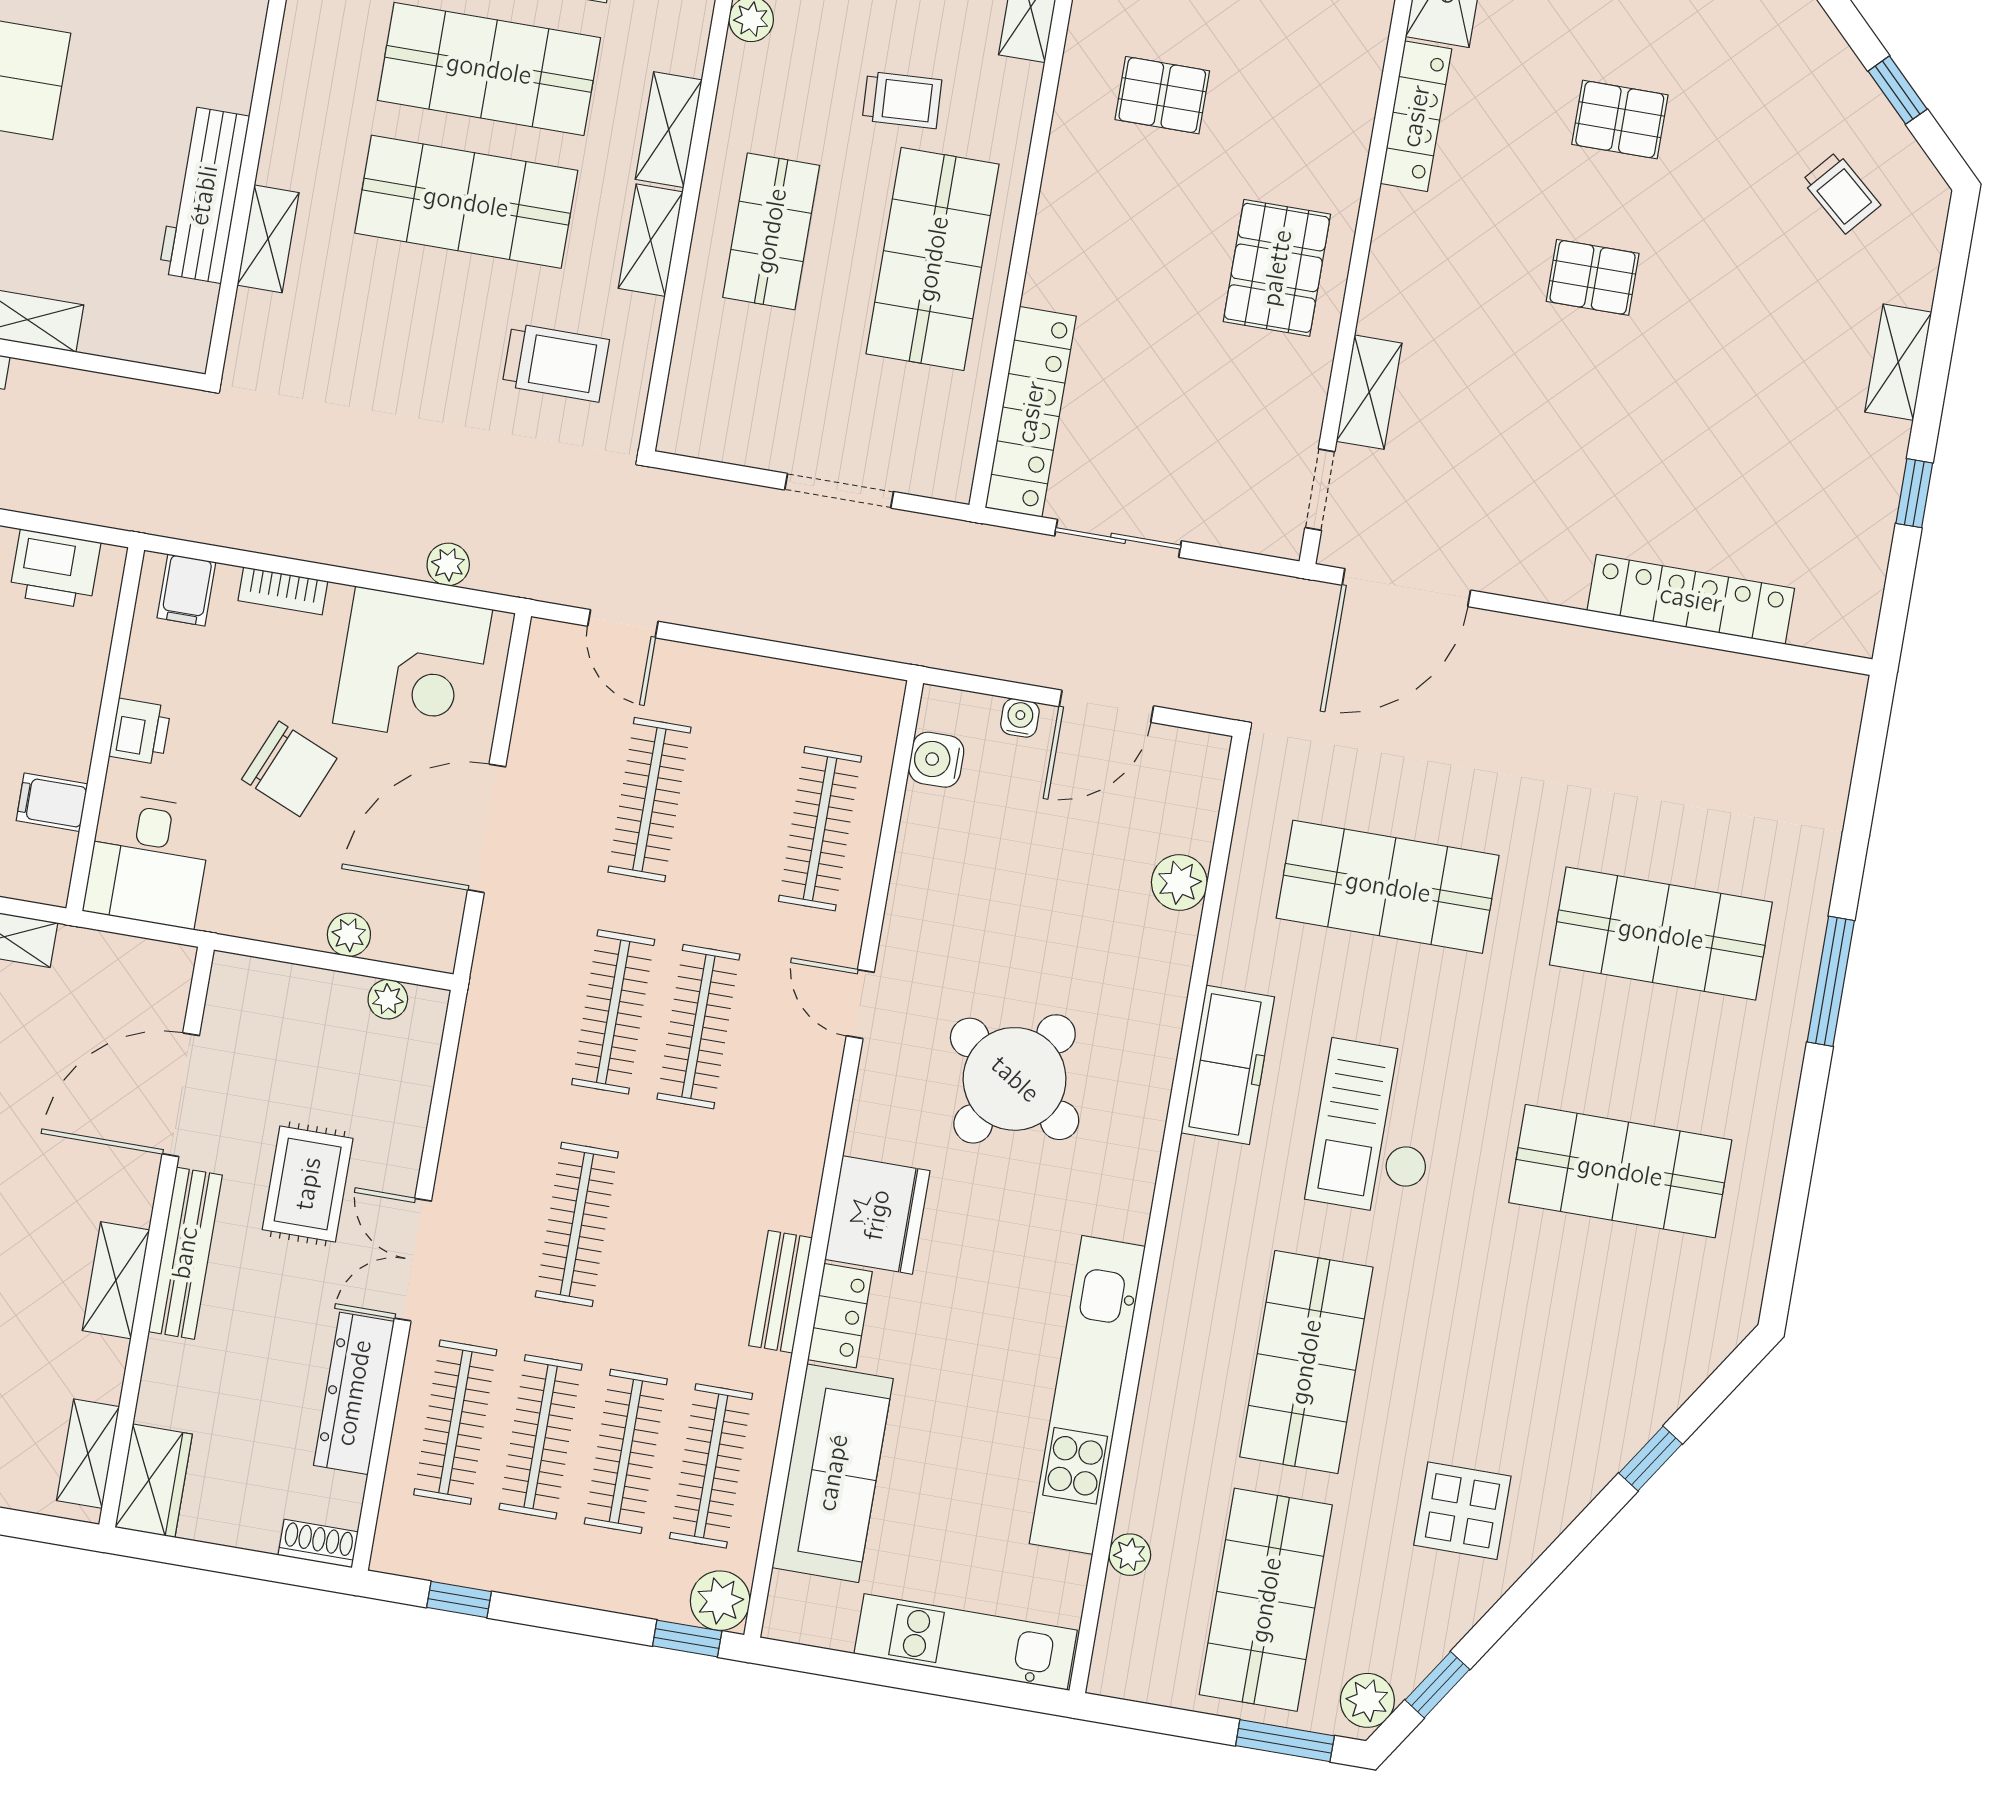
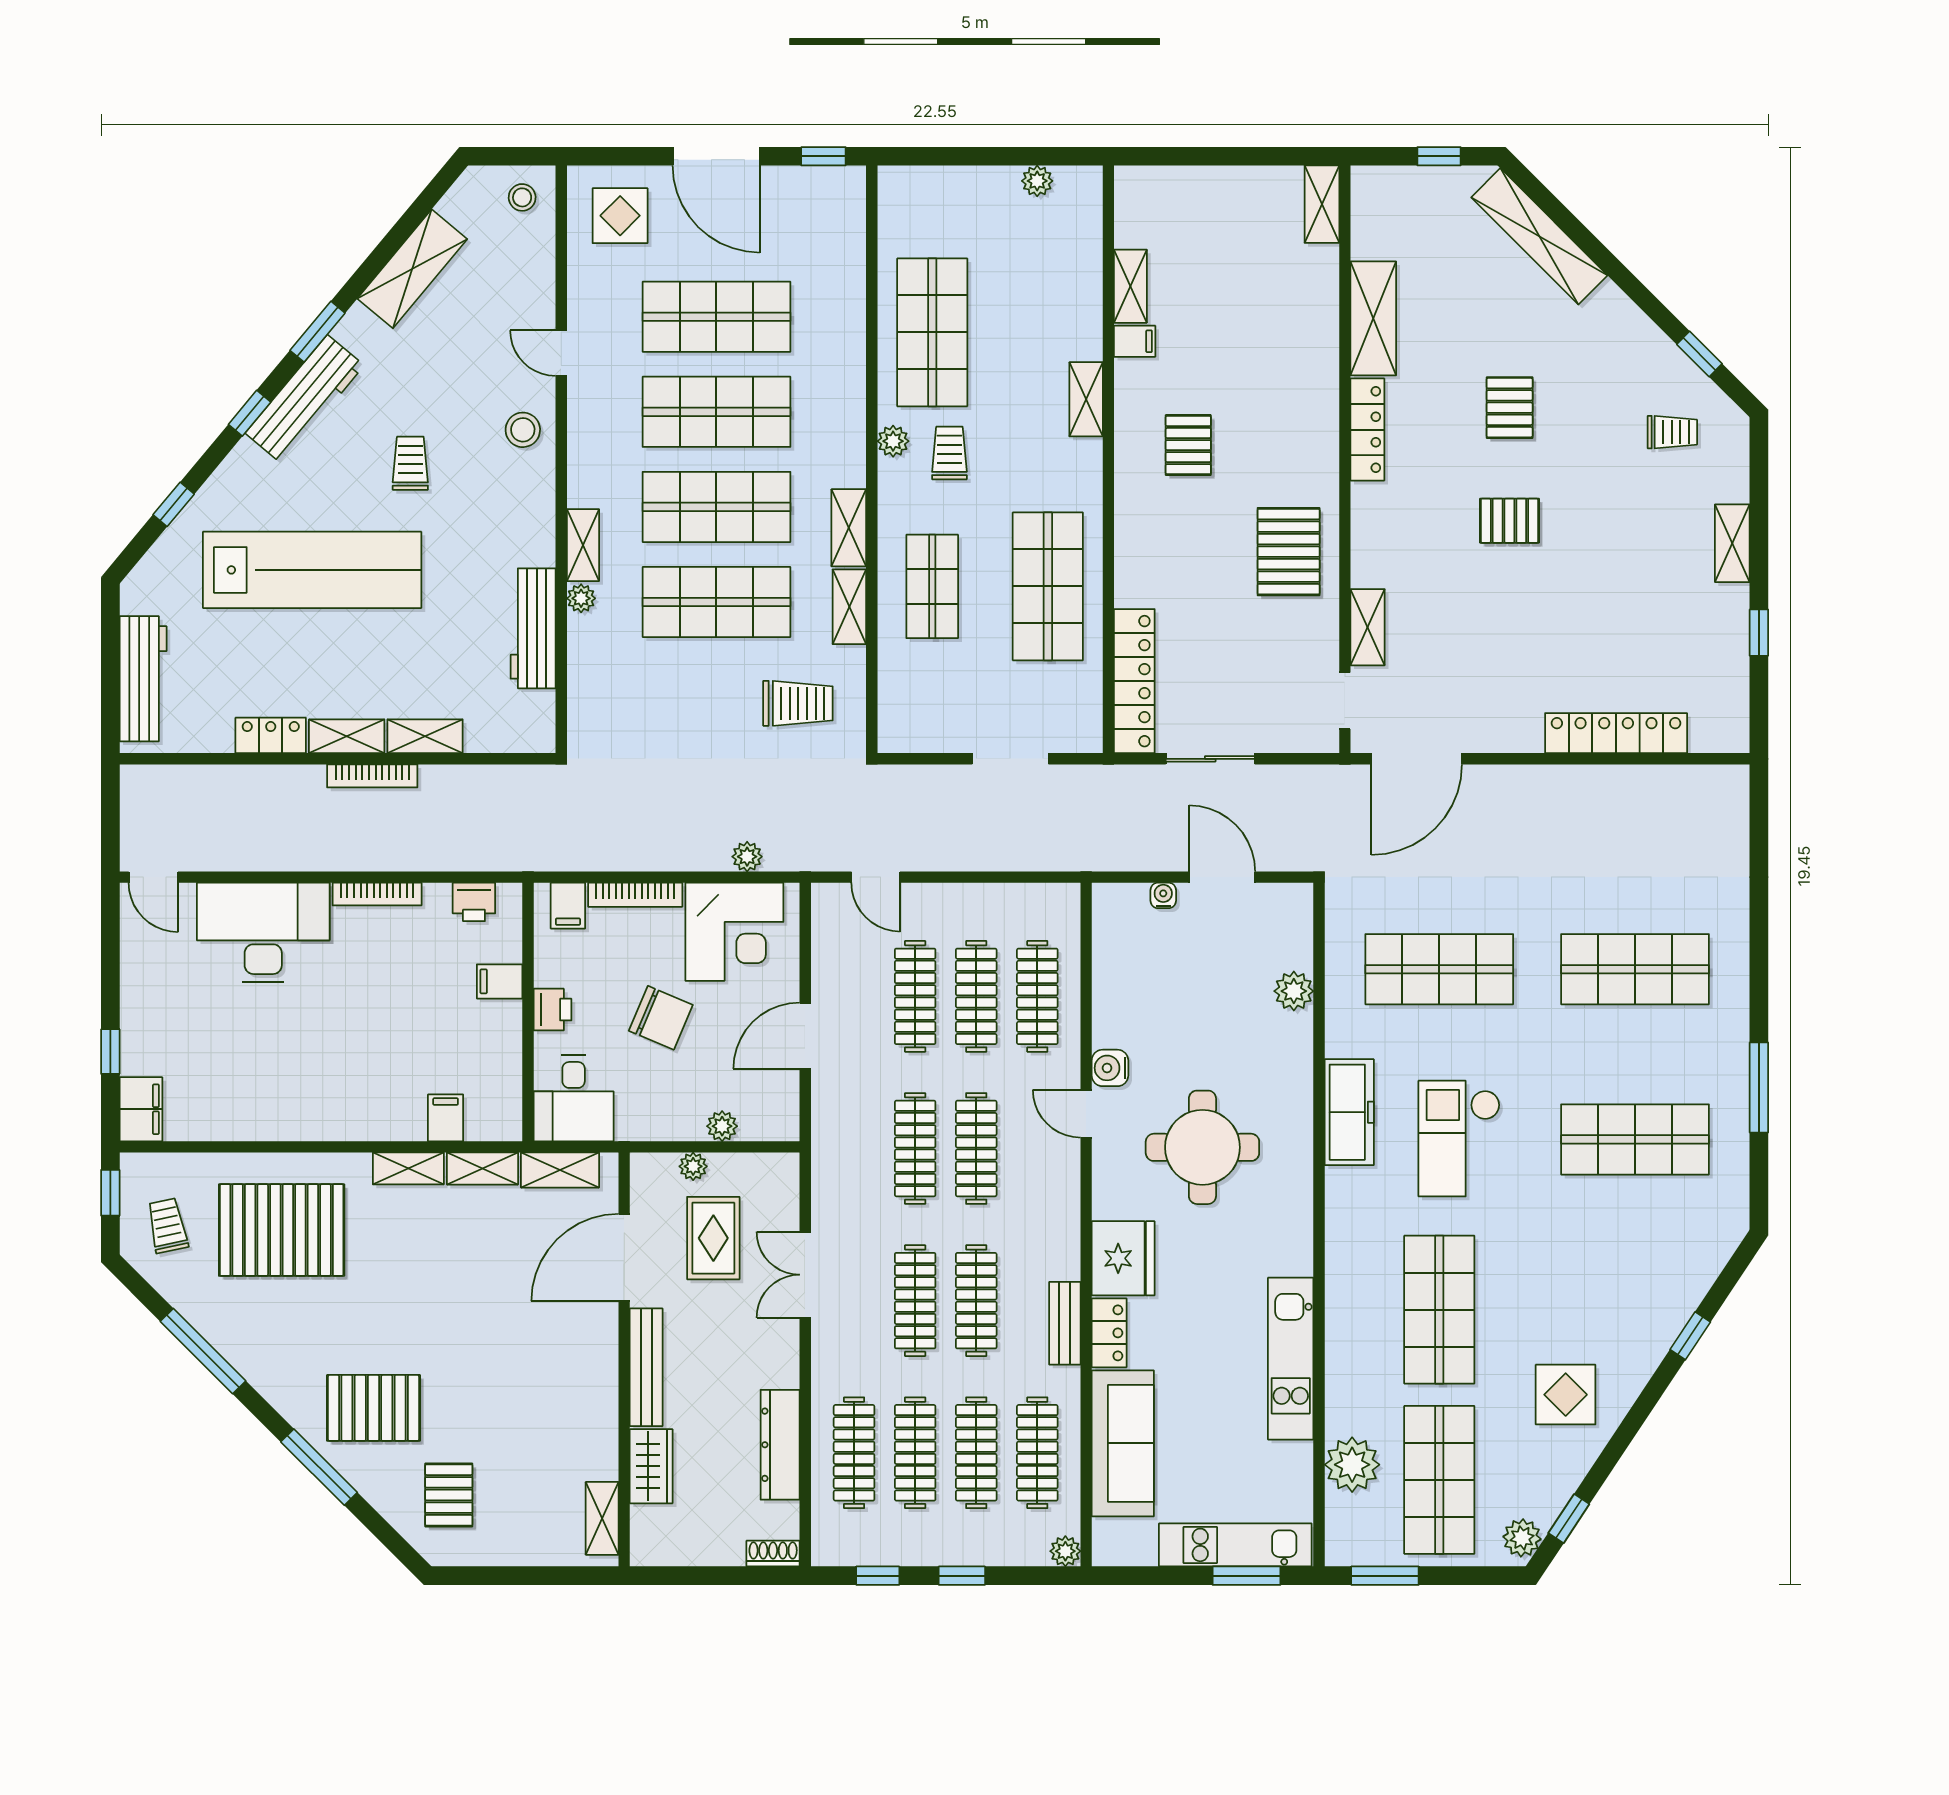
pallet: (1162, 95) -> (1188, 445), turned 90
trolley: (902, 100) -> (949, 453), moved, turned -87
pallet: (1620, 120) -> (1510, 408), turned 90
plant: (278, 164) -> (581, 598), added
trolley: (1841, 193) -> (1672, 432), turned -41
shelving: (268, 239) -> (583, 545), moved
printer: (55, 569) -> (474, 902), width x0.73, depth x0.81
bookcase: (283, 591) -> (635, 895), width x1.56
door: (1106, 706) -> (1222, 877), swing flipped
water cooler: (936, 760) -> (1110, 1068), moved
filing cabinet: (52, 802) -> (500, 981), moved
clothes rail: (735, 814) -> (976, 996), added
door: (487, 828) -> (805, 1036), width x0.73
window: (1831, 981) -> (1759, 1088), moved
plant: (388, 999) -> (693, 1166), moved
round table: (1015, 1079) -> (1202, 1147), turned -33
rug: (308, 1184) -> (713, 1238), moved
clothes rail: (662, 1239) -> (976, 1301), added
double door: (413, 1260) -> (805, 1275), moved
shelving: (116, 1280) -> (560, 1170), moved, turned 90
kitchen unit: (1087, 1395) -> (1291, 1359), width x0.73
wardrobe: (154, 1481) -> (651, 1466), moved
plant: (1130, 1555) -> (1352, 1465), width x1.88, depth x1.88
plant: (720, 1601) -> (1065, 1551), width x0.73, depth x0.73
window: (687, 1639) -> (962, 1576), moved
window: (974, 1687) -> (1246, 1576), added
window: (1285, 1741) -> (1385, 1576), moved

